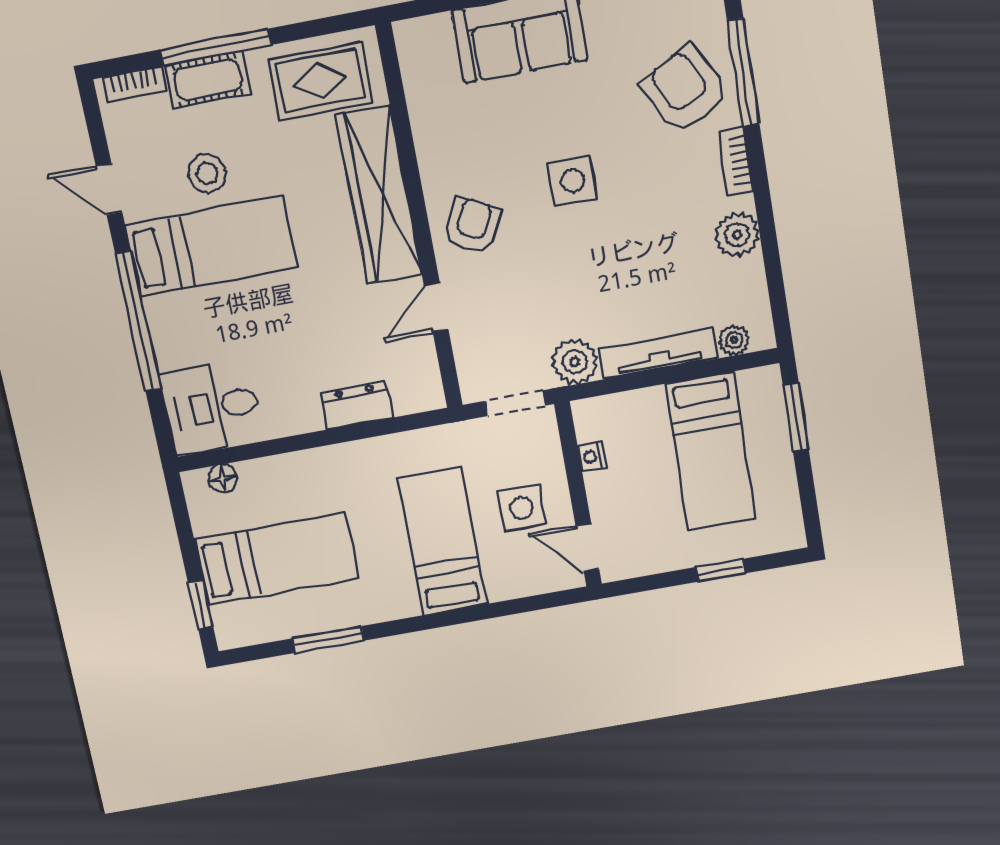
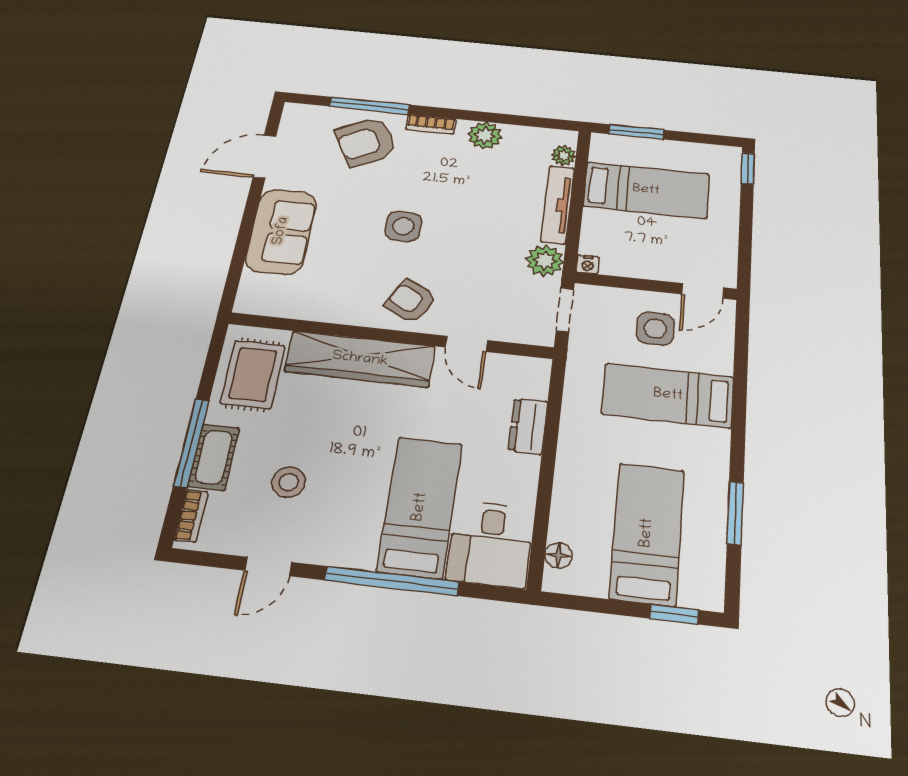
bed: (211, 247) -> (420, 507), moved
nightstand: (592, 457) -> (588, 264), moved
window: (721, 570) -> (748, 168), moved

